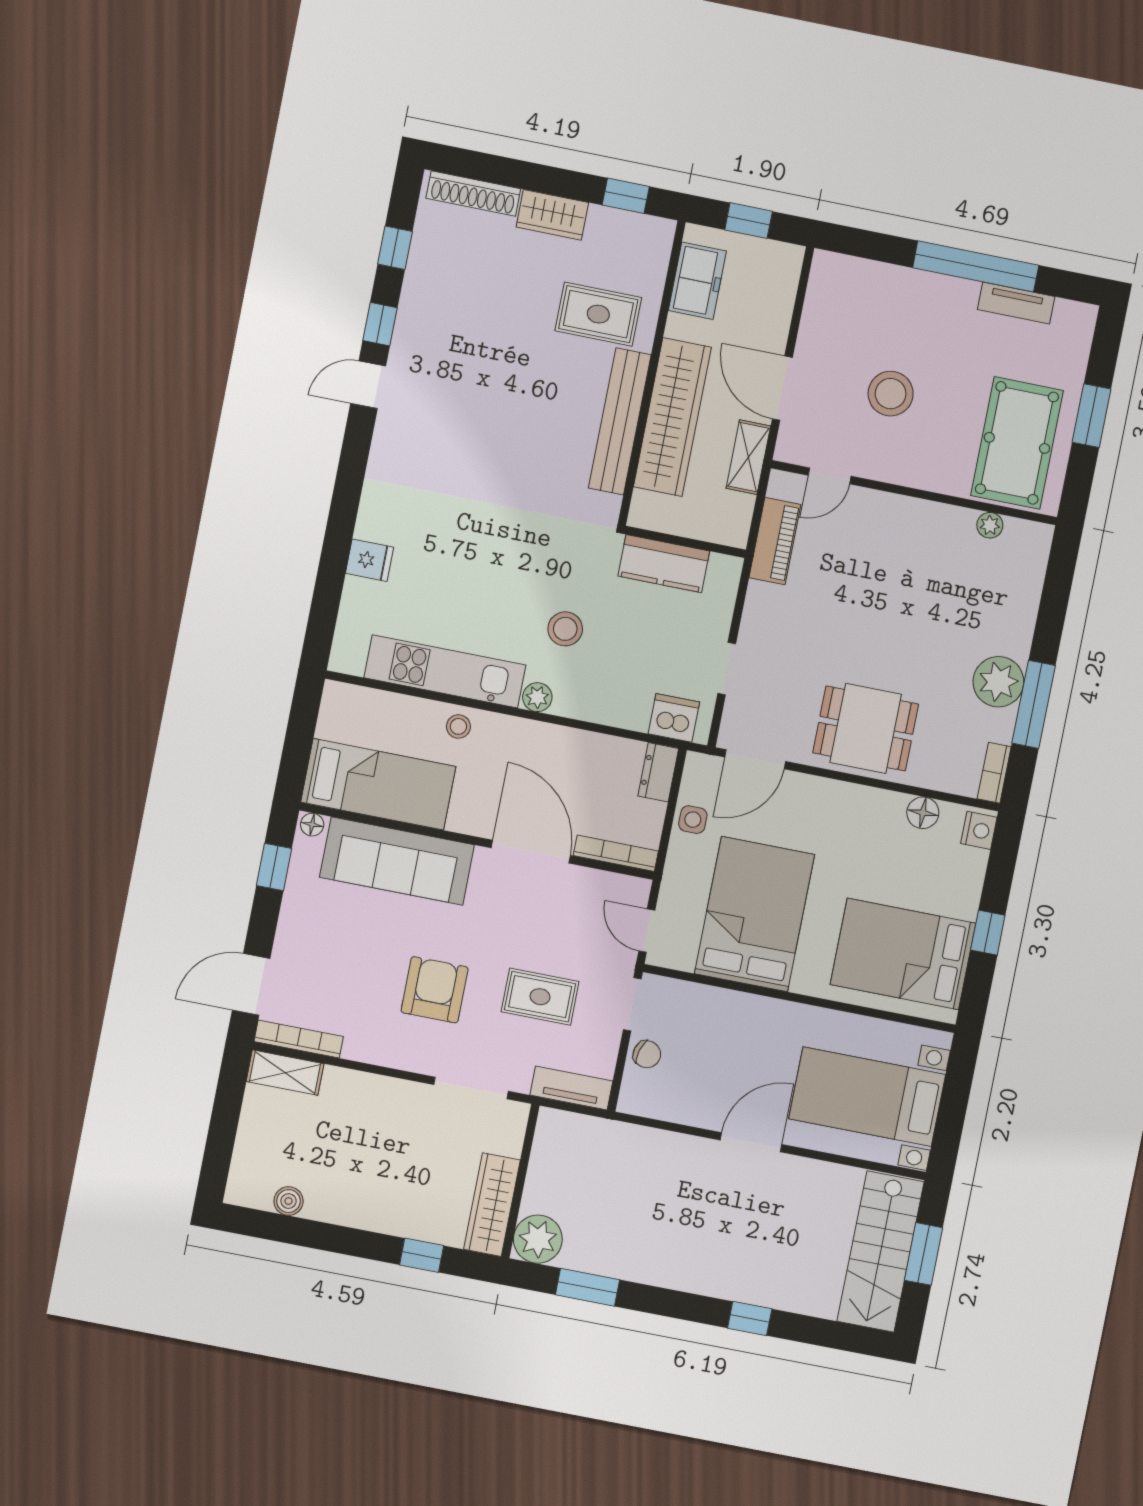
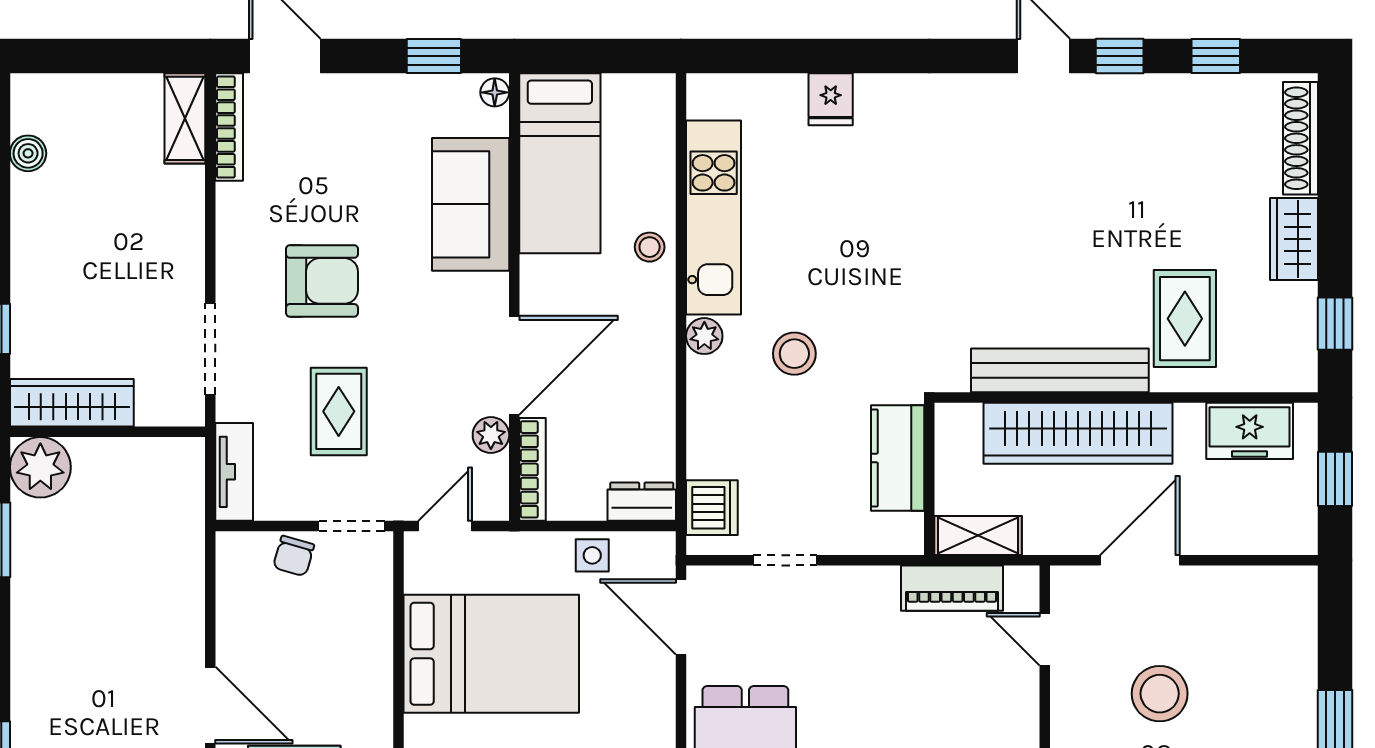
shelving: (748, 457) -> (978, 536), moved
sofa: (397, 861) -> (471, 204), width x0.73
plant: (582, 881) -> (491, 435), added

